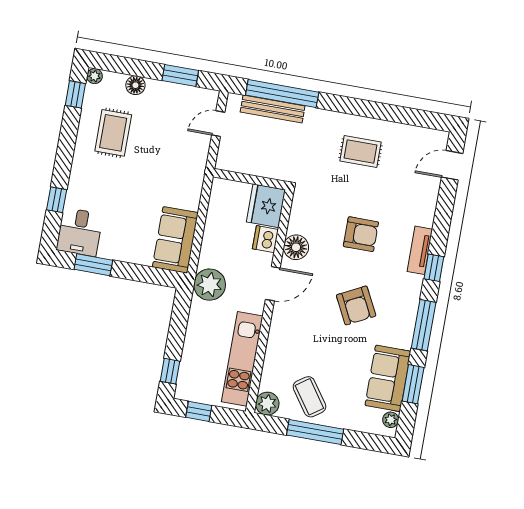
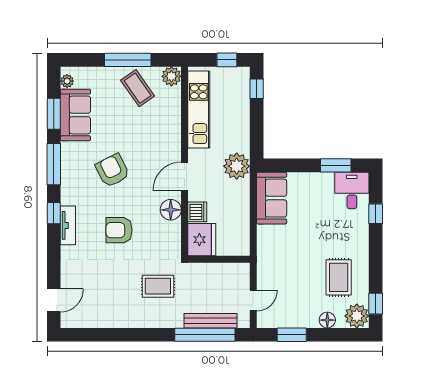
plant: (95, 76) -> (357, 316), width x1.87, depth x1.87
rug: (360, 152) -> (158, 286), moved

